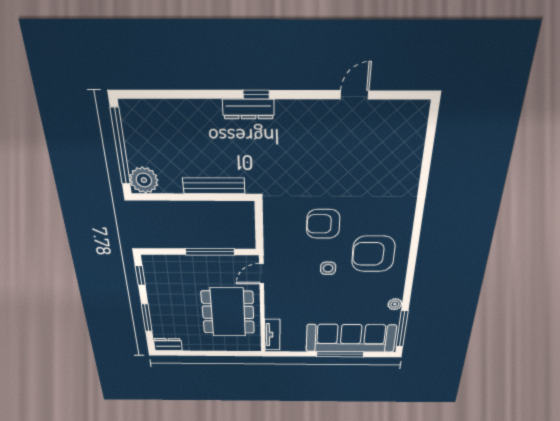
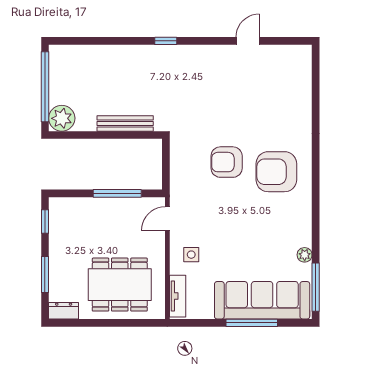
dresser: (248, 109) -> (159, 53), removed
armchair: (373, 254) -> (276, 172), moved
side table: (328, 268) -> (191, 255), moved
dining table: (228, 312) -> (120, 285), moved, turned 90

